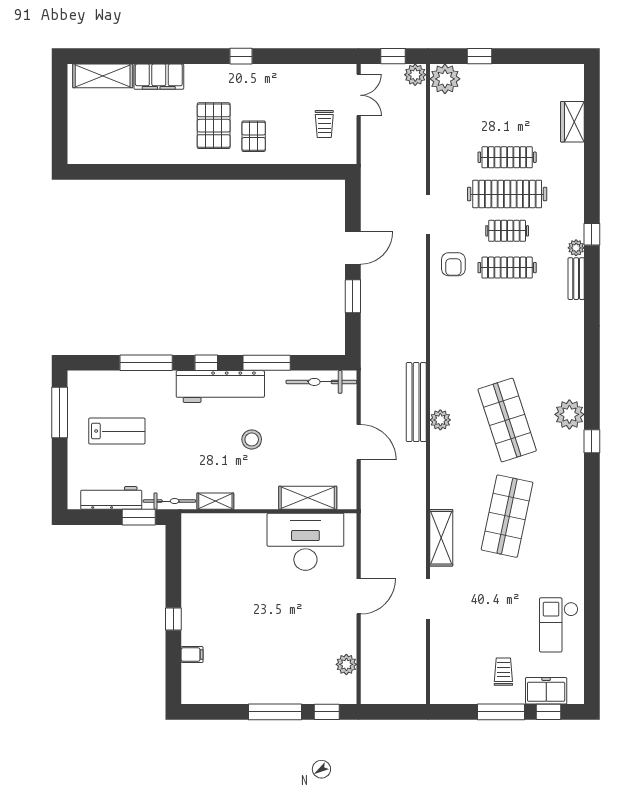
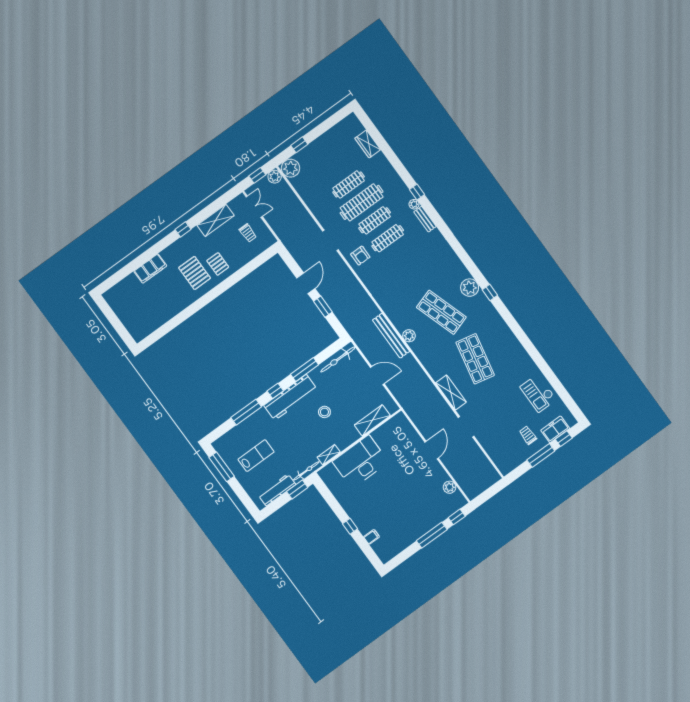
shelving: (103, 76) -> (216, 220), moved
clothes rail: (507, 231) -> (375, 220), width x1.36
desk: (305, 542) -> (360, 462), moved

